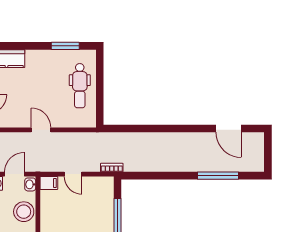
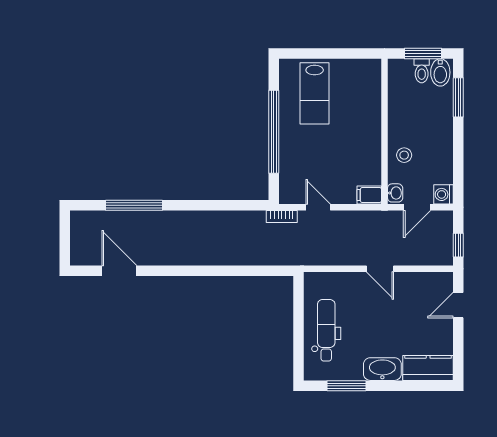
washbasin: (39, 58) -> (382, 369), added
door: (73, 174) -> (318, 207), moved
stool: (24, 212) -> (404, 155), width x0.53, depth x0.53

